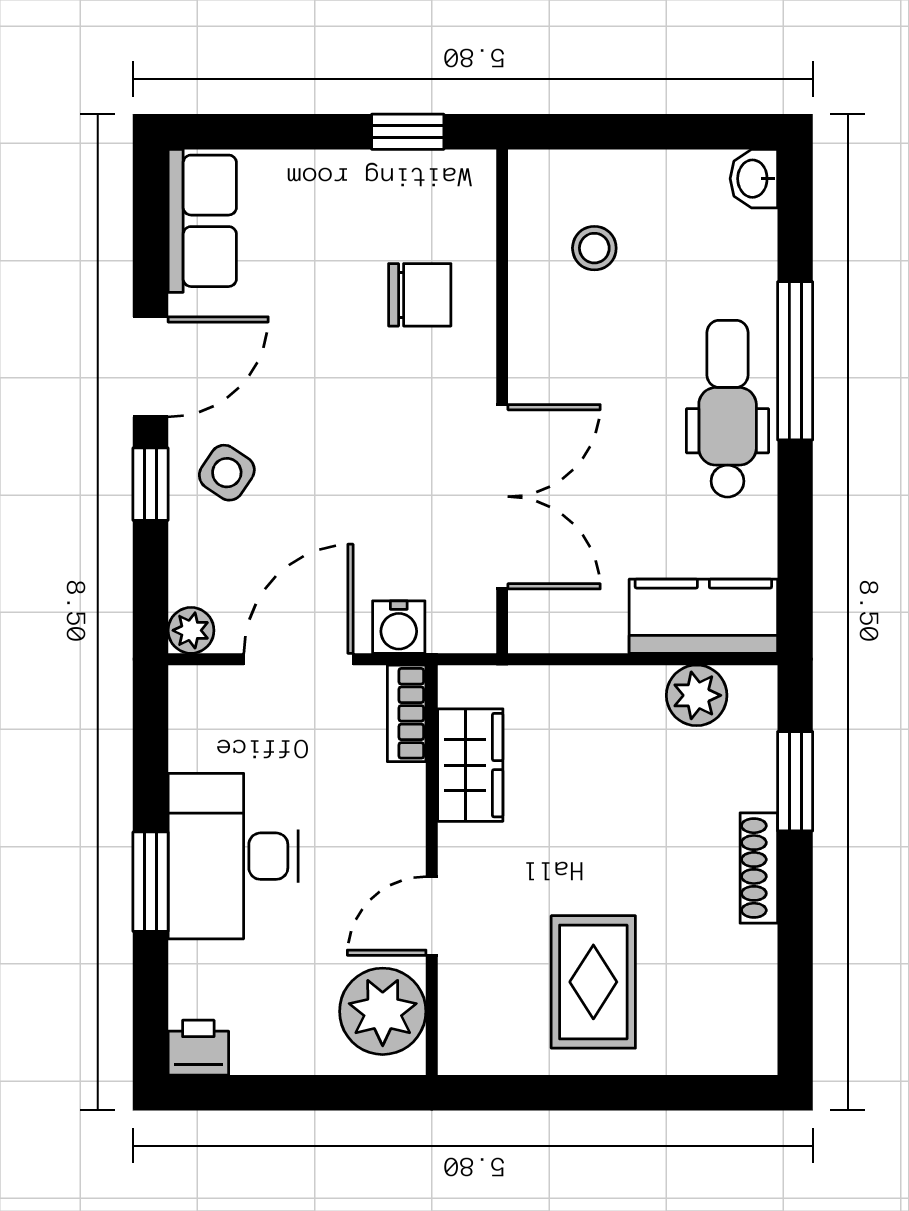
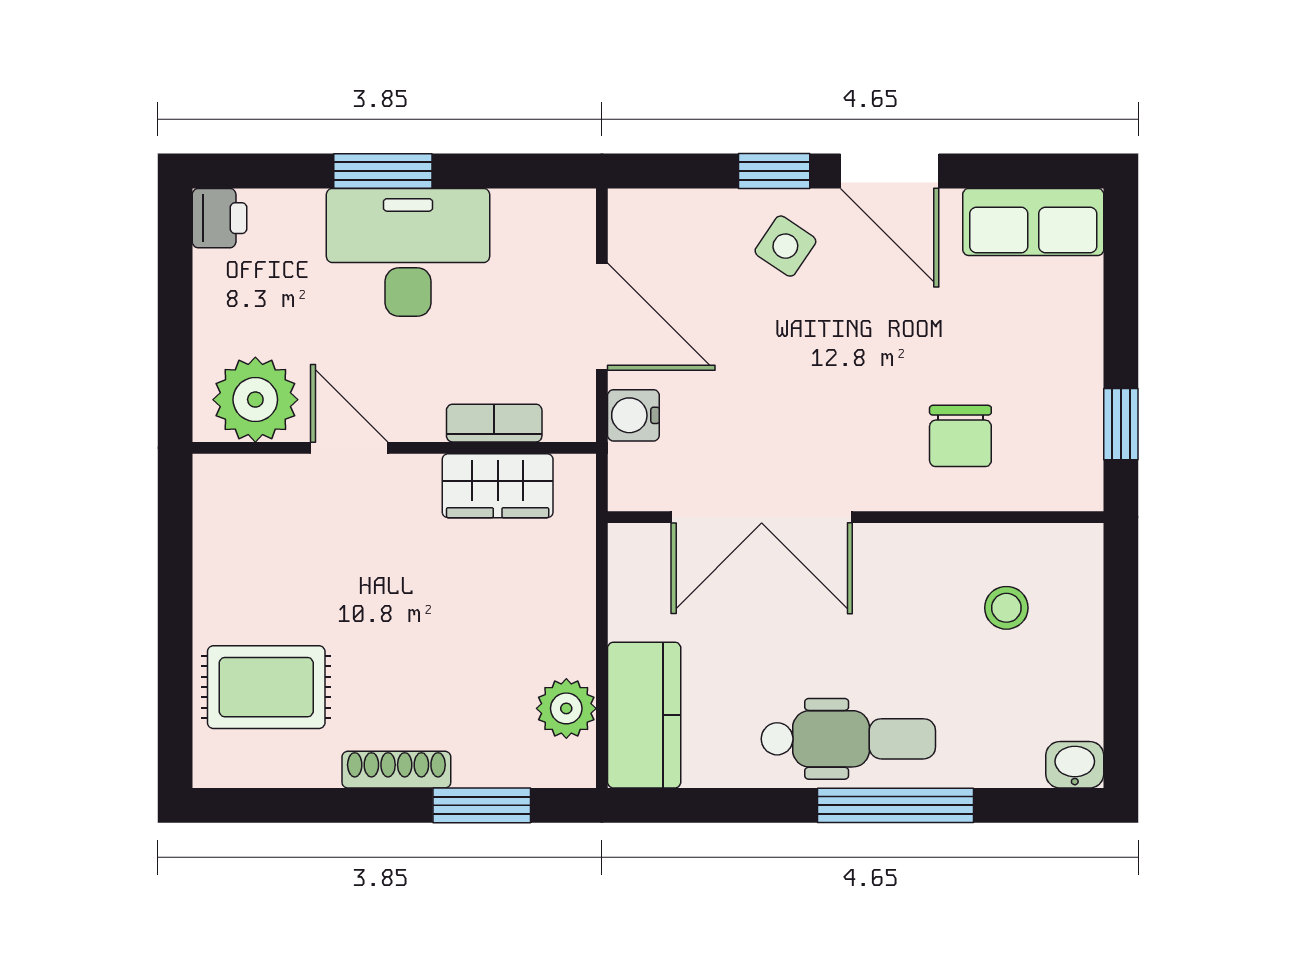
plant: (191, 630) -> (630, 211), removed
bookcase: (407, 713) -> (494, 423), moved
rug: (593, 982) -> (266, 687), moved

